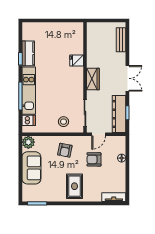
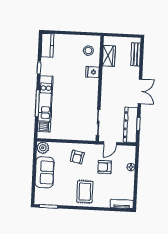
kitchen counter: (28, 53) -> (48, 45), moved
wardrobe: (93, 79) -> (109, 56), moved
stool: (63, 122) -> (88, 51), moved

